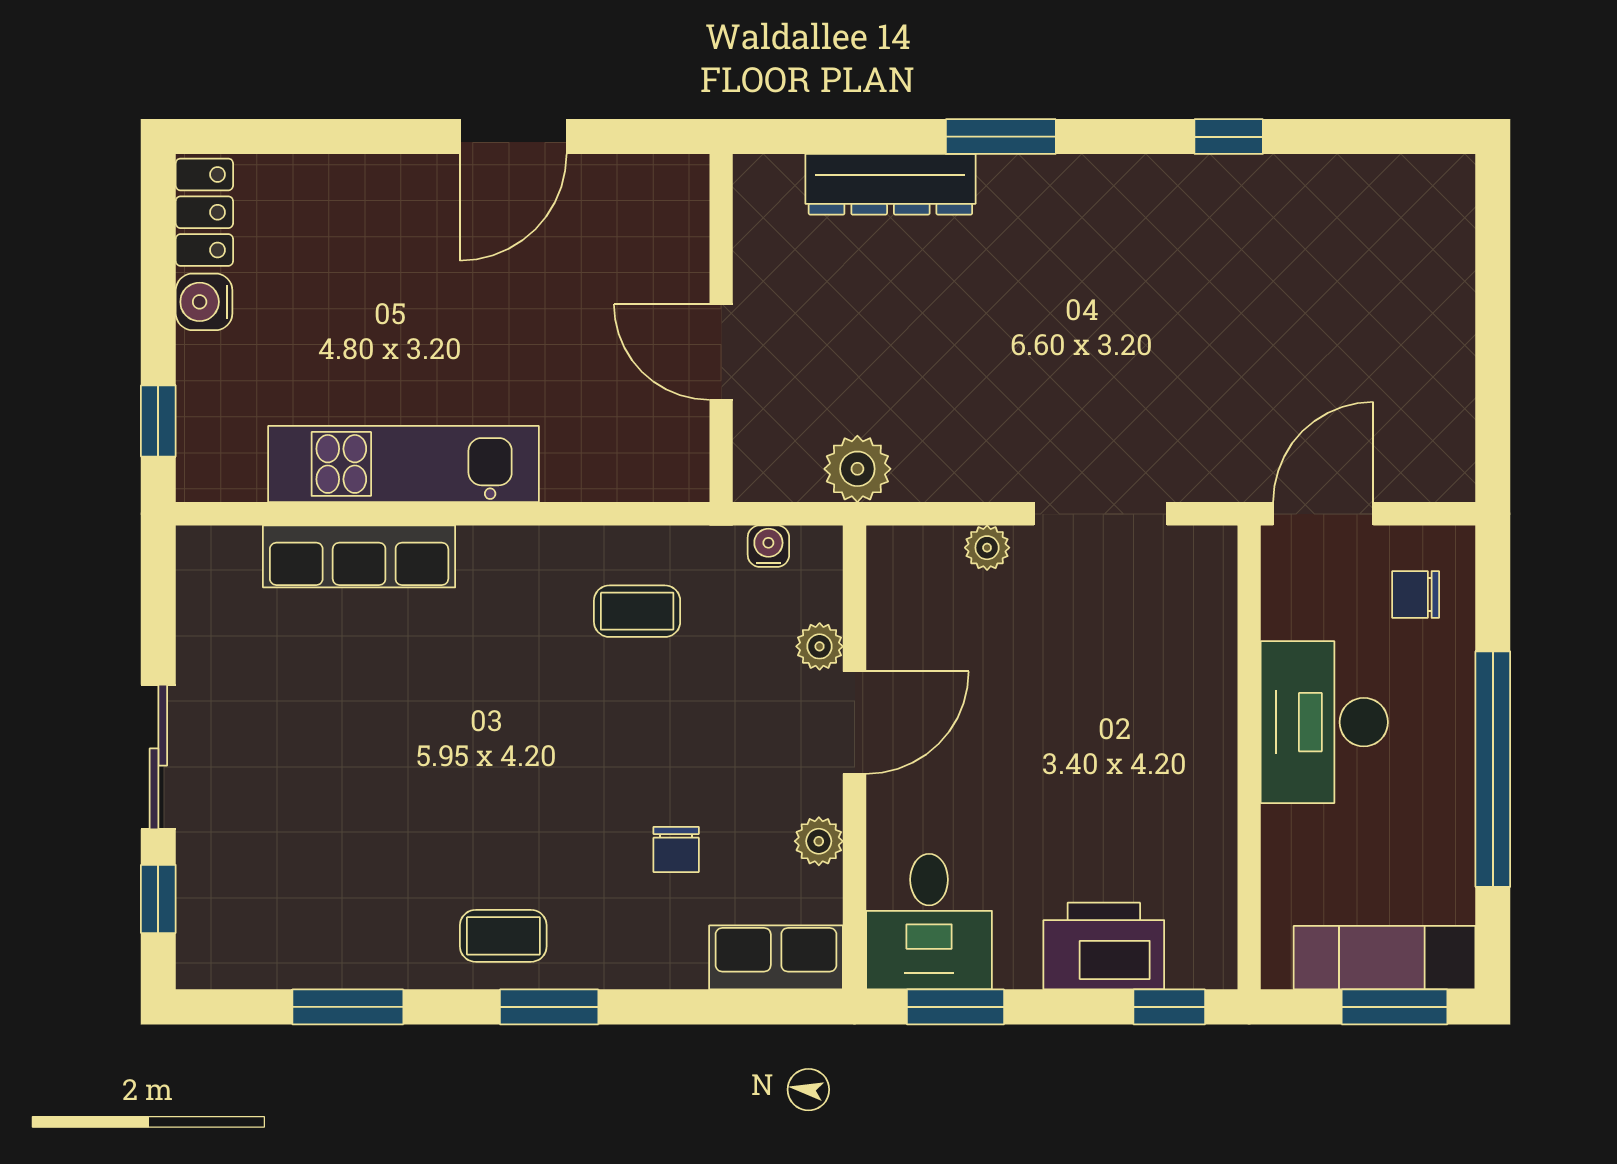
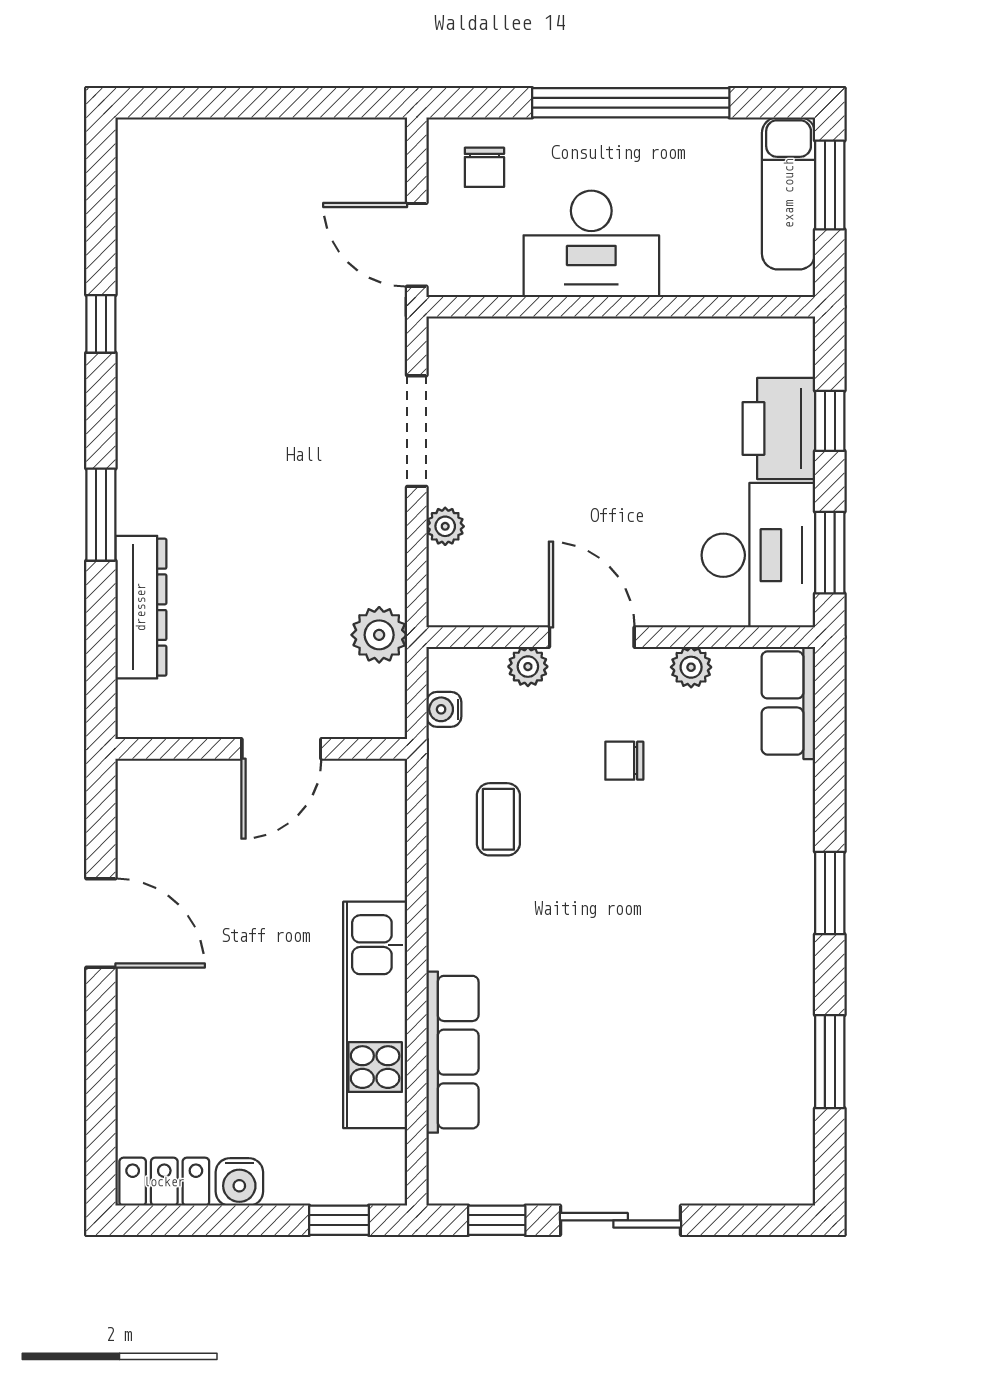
chair: (676, 849) -> (624, 761), moved, turned 180
window: (158, 899) -> (497, 1220), moved
desk: (929, 922) -> (758, 555), width x1.37
coffee table: (503, 936) -> (770, 931), removed
window: (1169, 1007) -> (830, 421), moved

